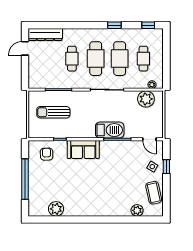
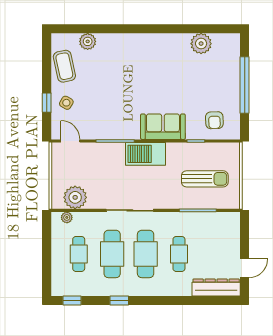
barbecue: (110, 130) -> (146, 154), moved

